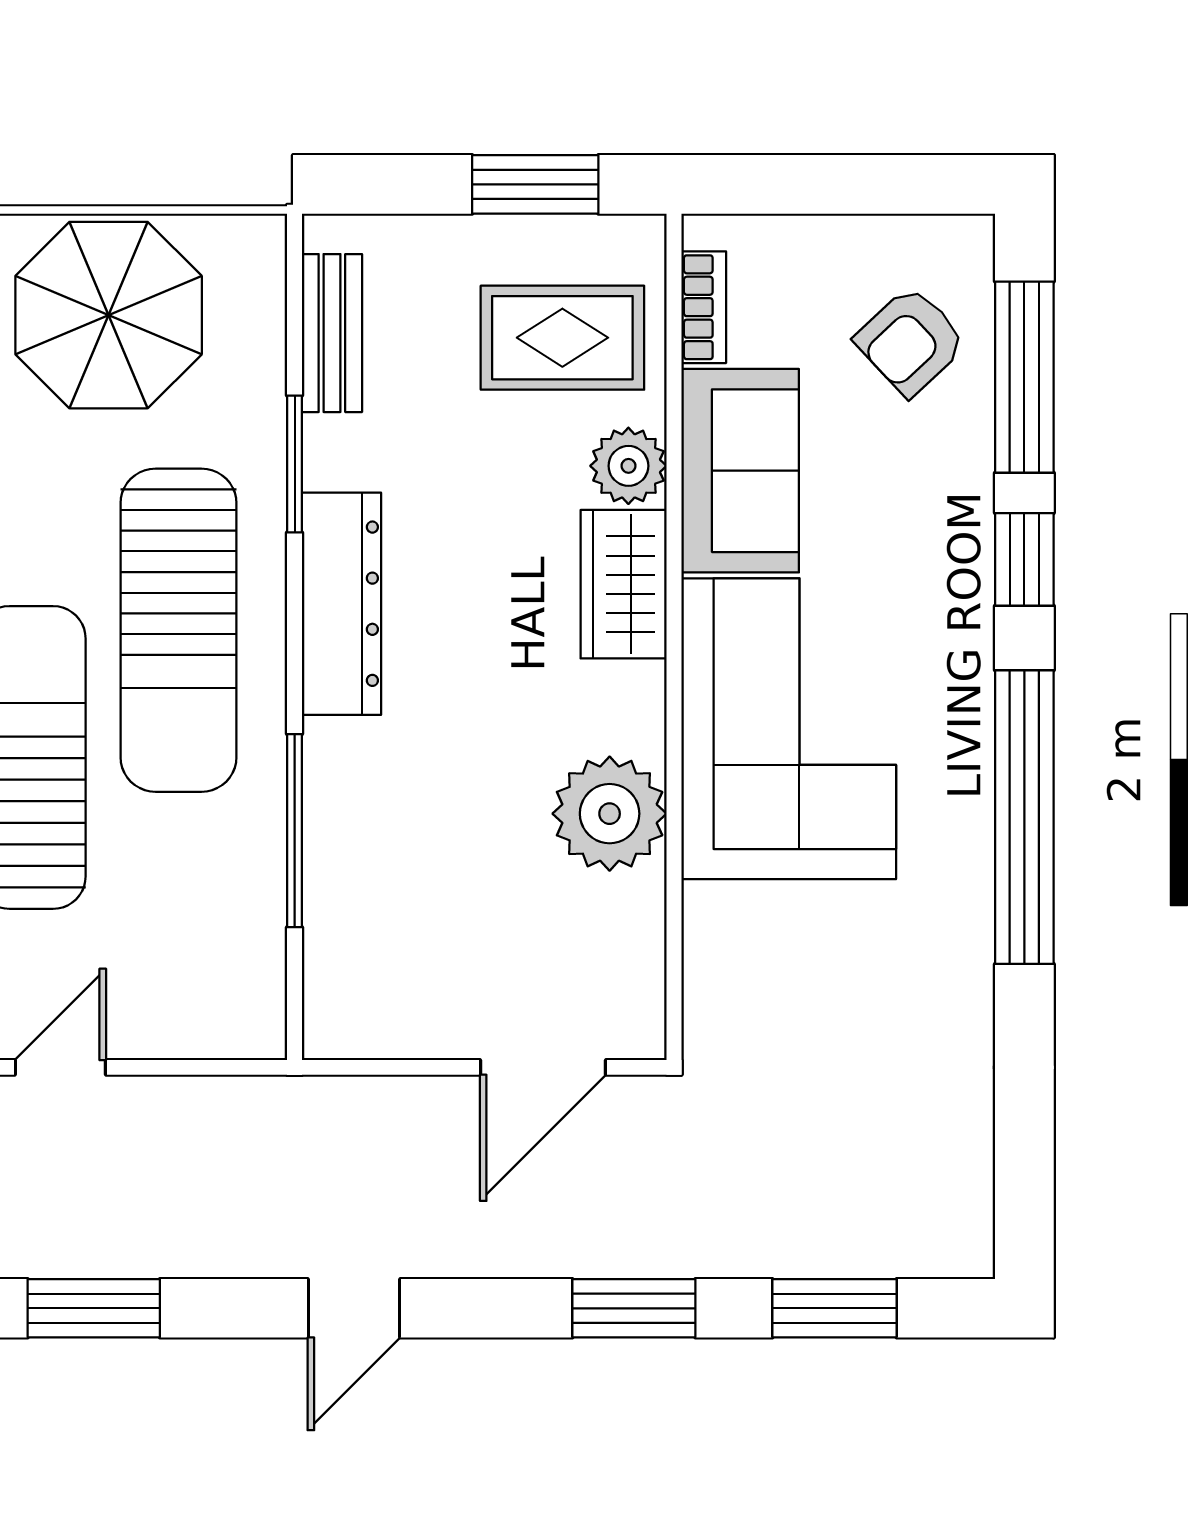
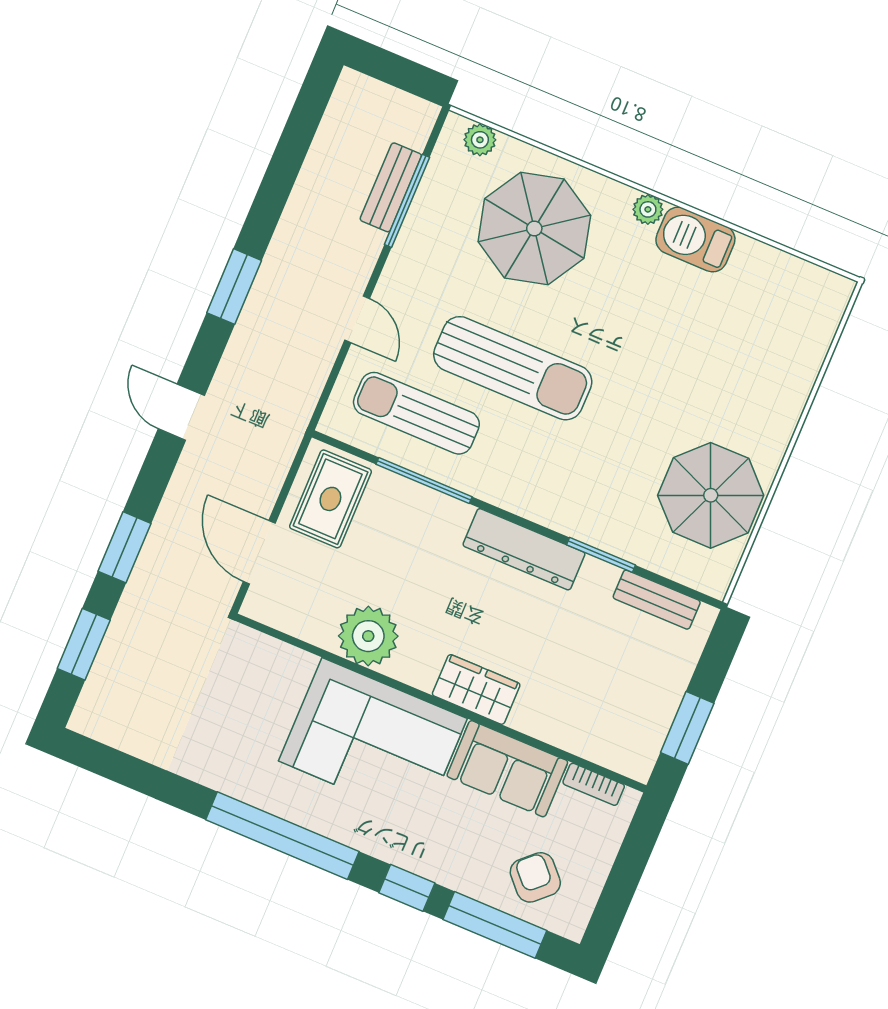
rug: (562, 338) -> (330, 499), moved
plant: (628, 466) -> (532, 716), removed
sun lounger: (178, 630) -> (416, 413), moved, width x0.73, depth x0.75

